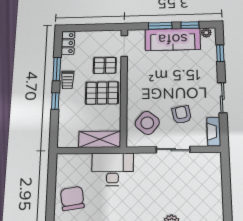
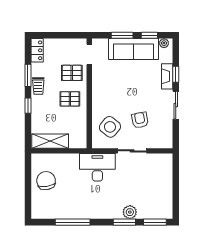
window: (220, 53) -> (176, 74), moved
pallet: (102, 93) -> (70, 99), width x0.67, depth x0.71
fireplace: (214, 132) -> (167, 76), moved
shelving: (100, 139) -> (50, 141), moved
desk: (113, 169) -> (97, 167), moved
chair: (72, 198) -> (46, 181), moved

